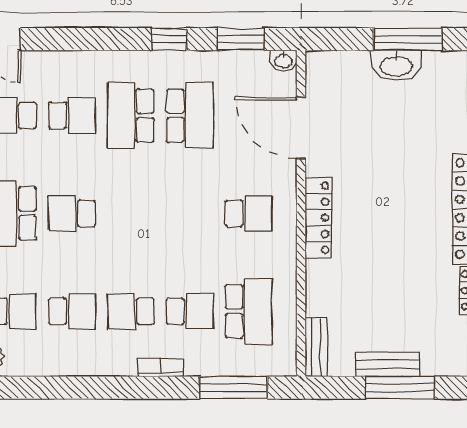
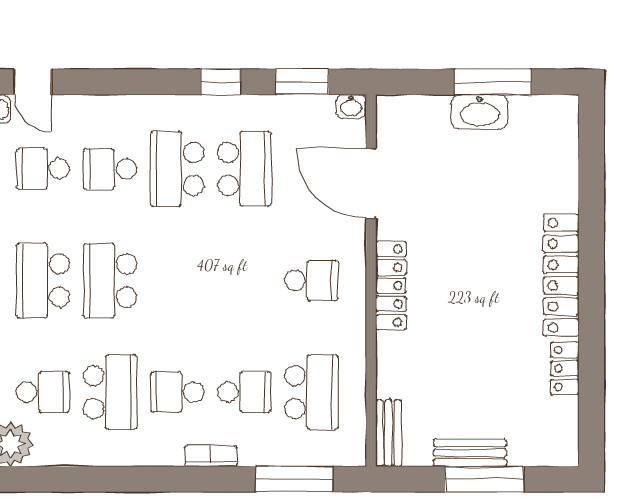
school desk: (72, 115) -> (110, 169), turned 180
school desk: (72, 213) -> (110, 281), width x1.85
school desk: (72, 311) -> (110, 392), width x1.85

